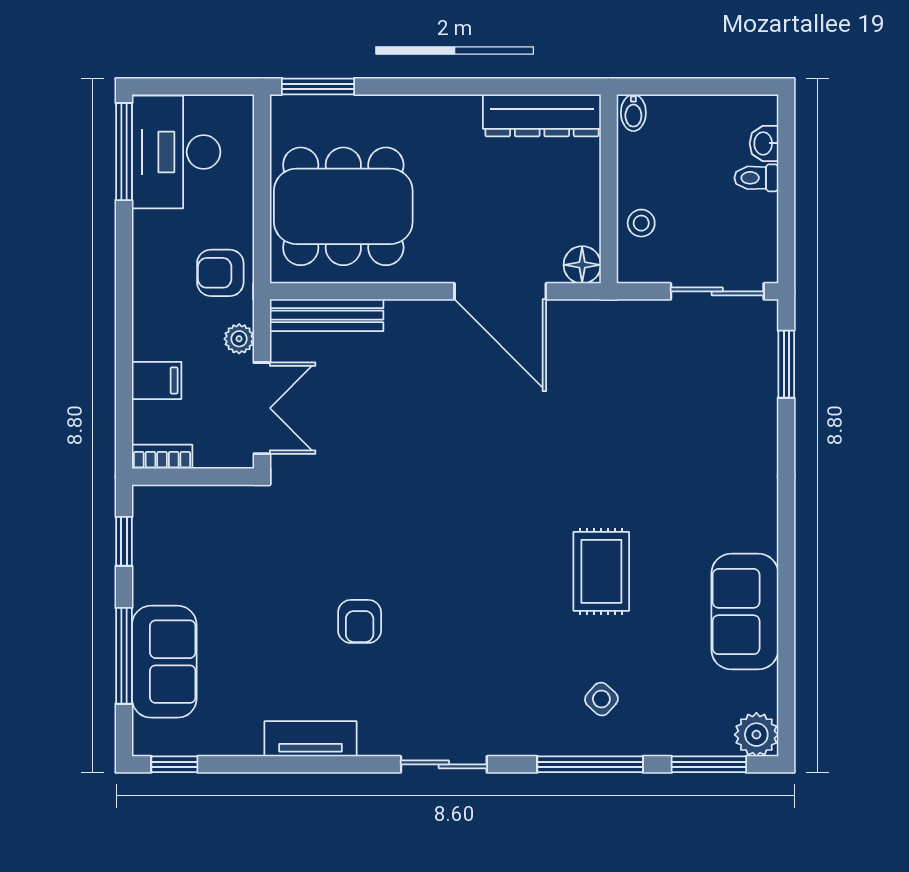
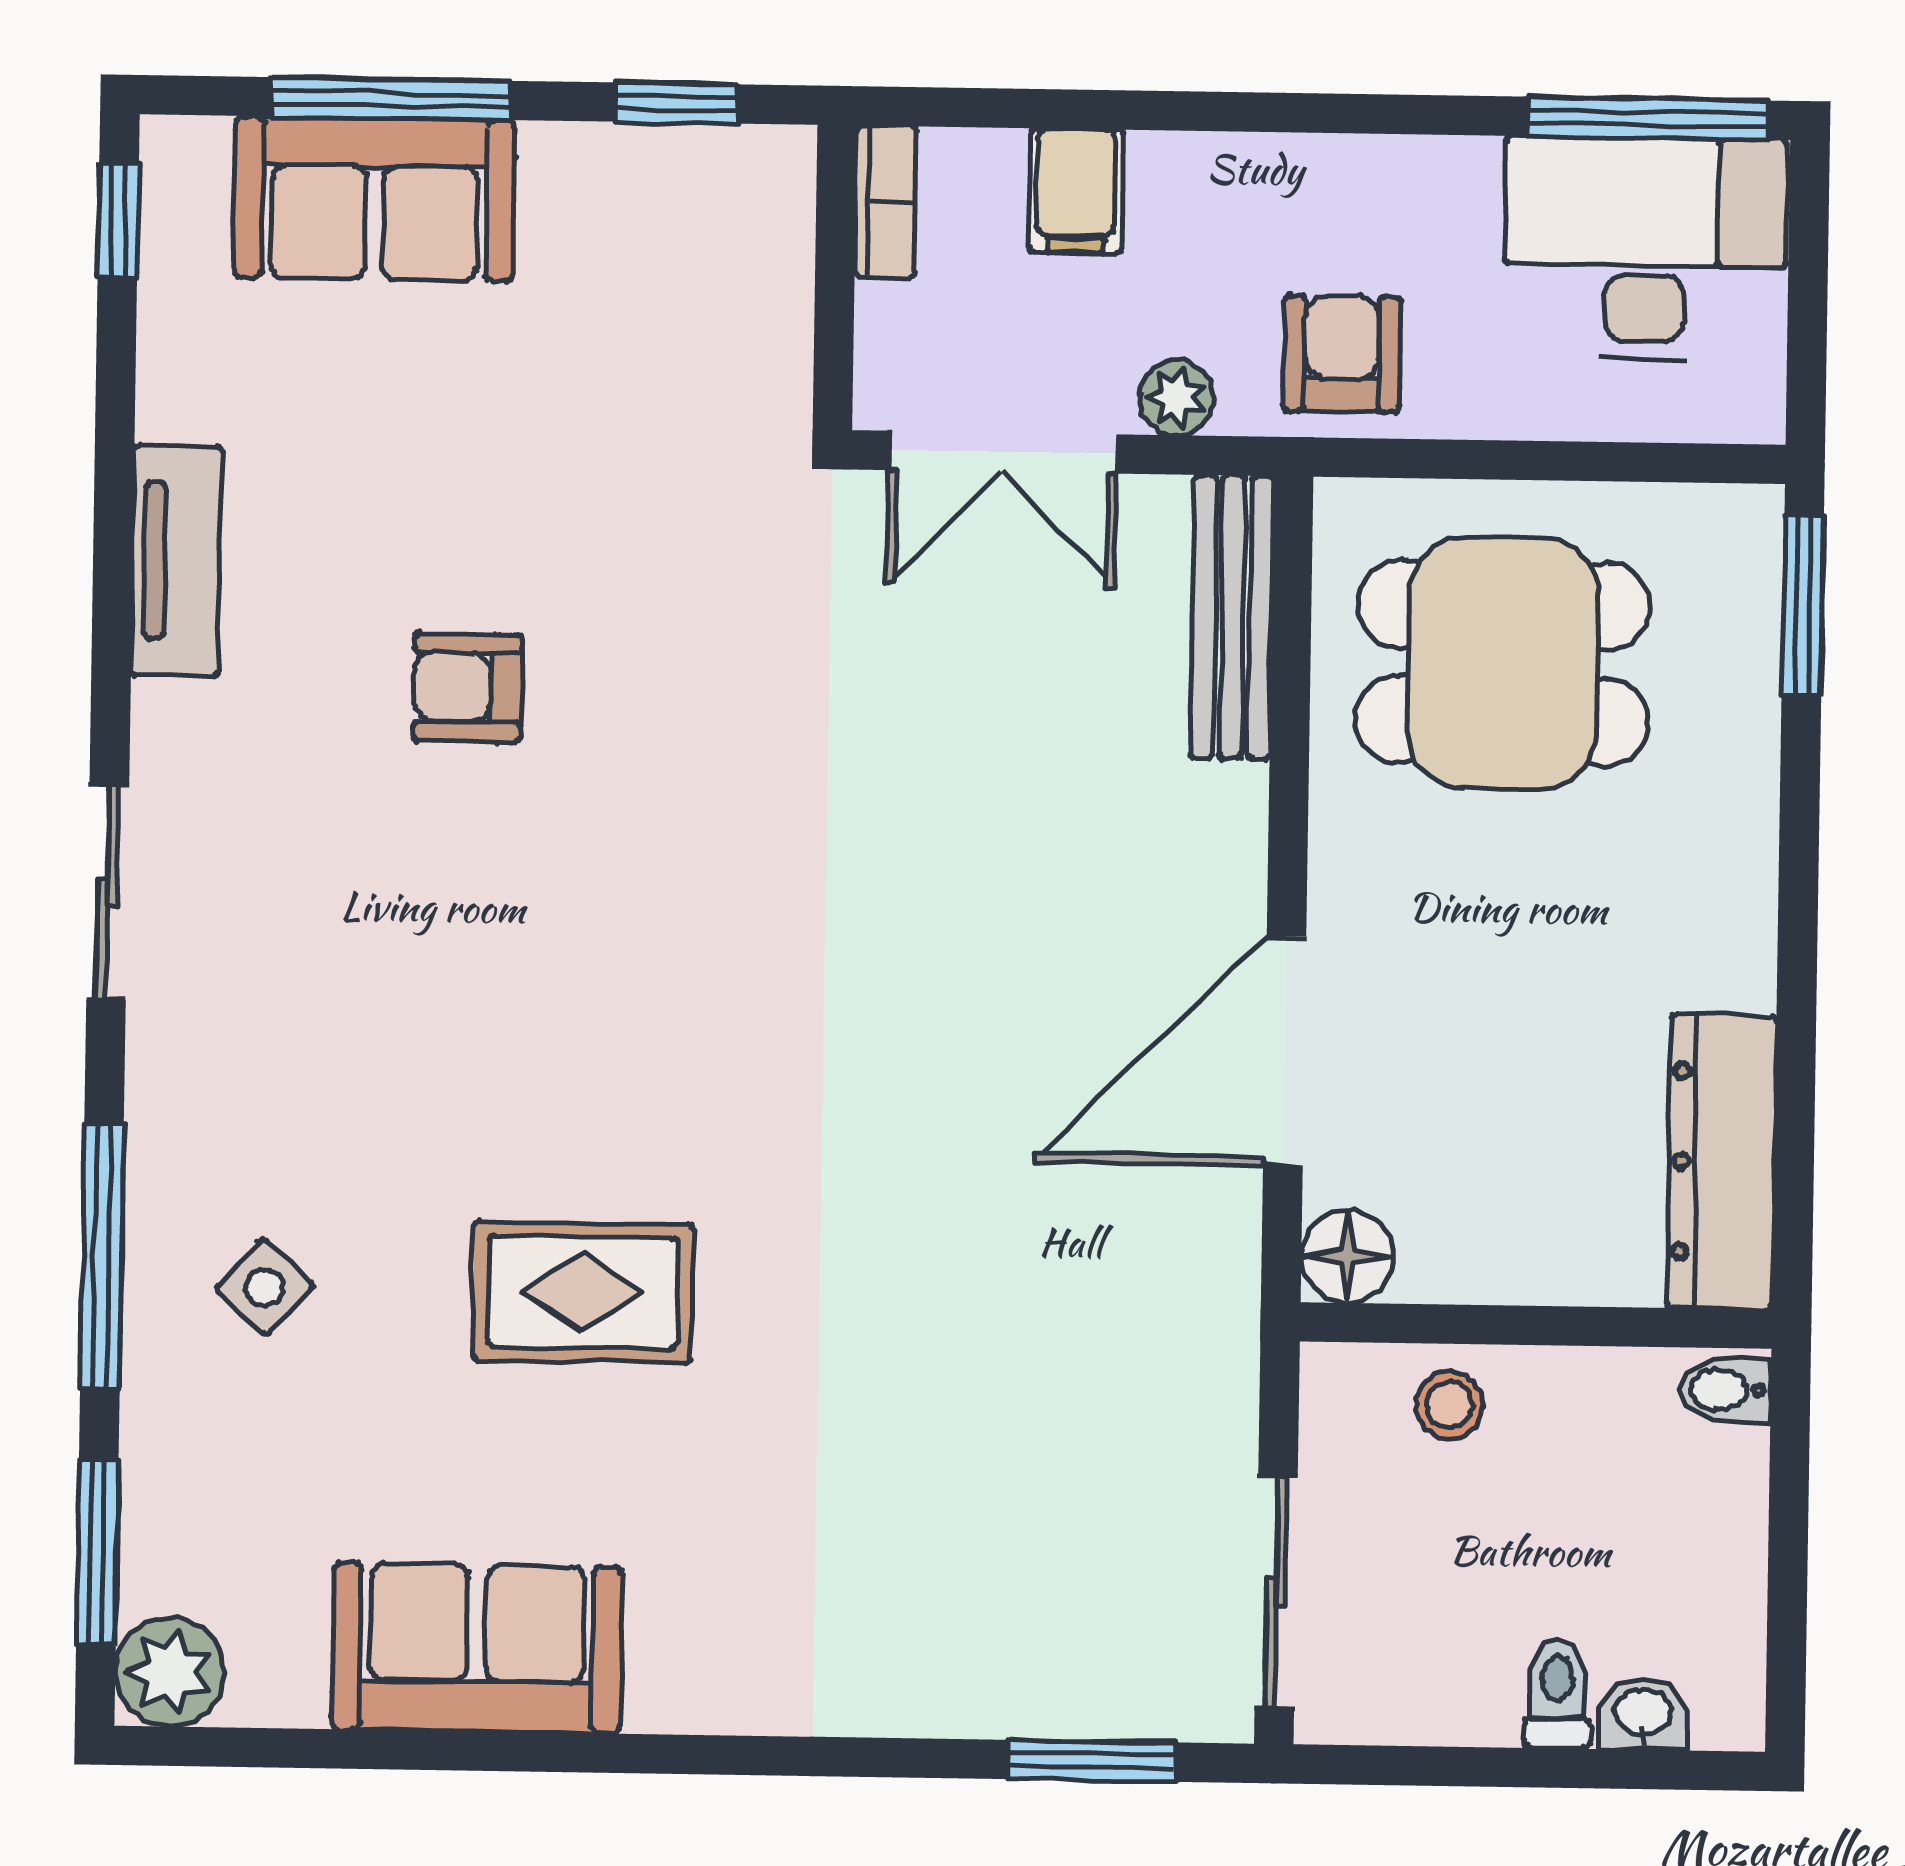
dining table: (343, 206) -> (1503, 663), width x0.73

